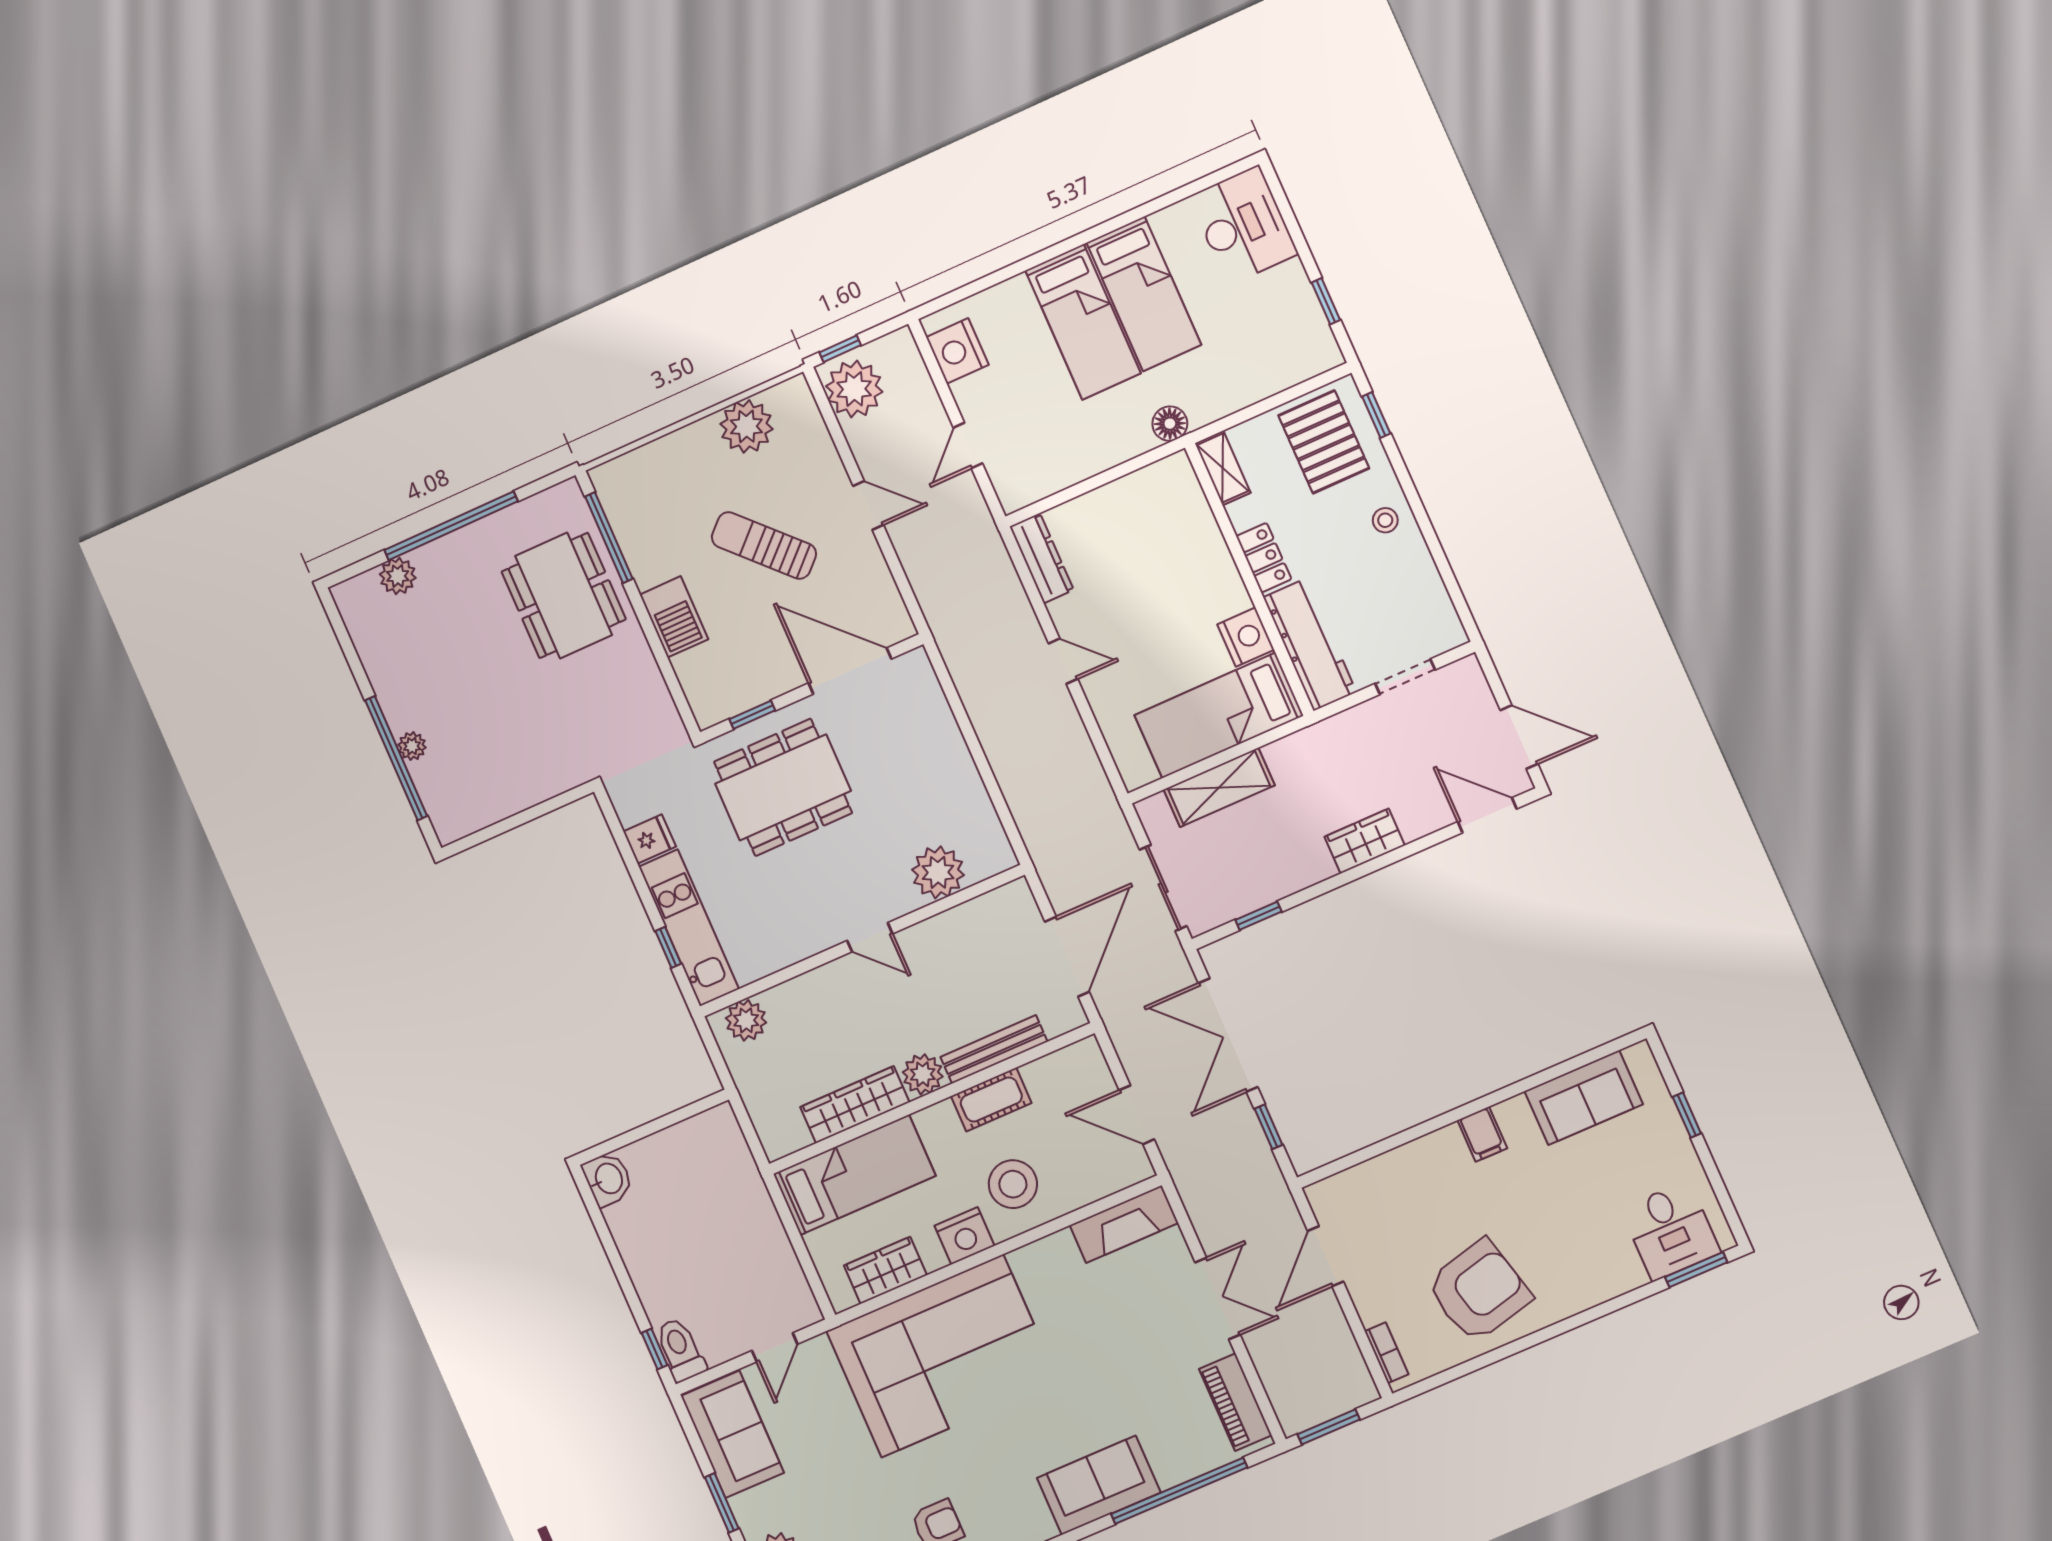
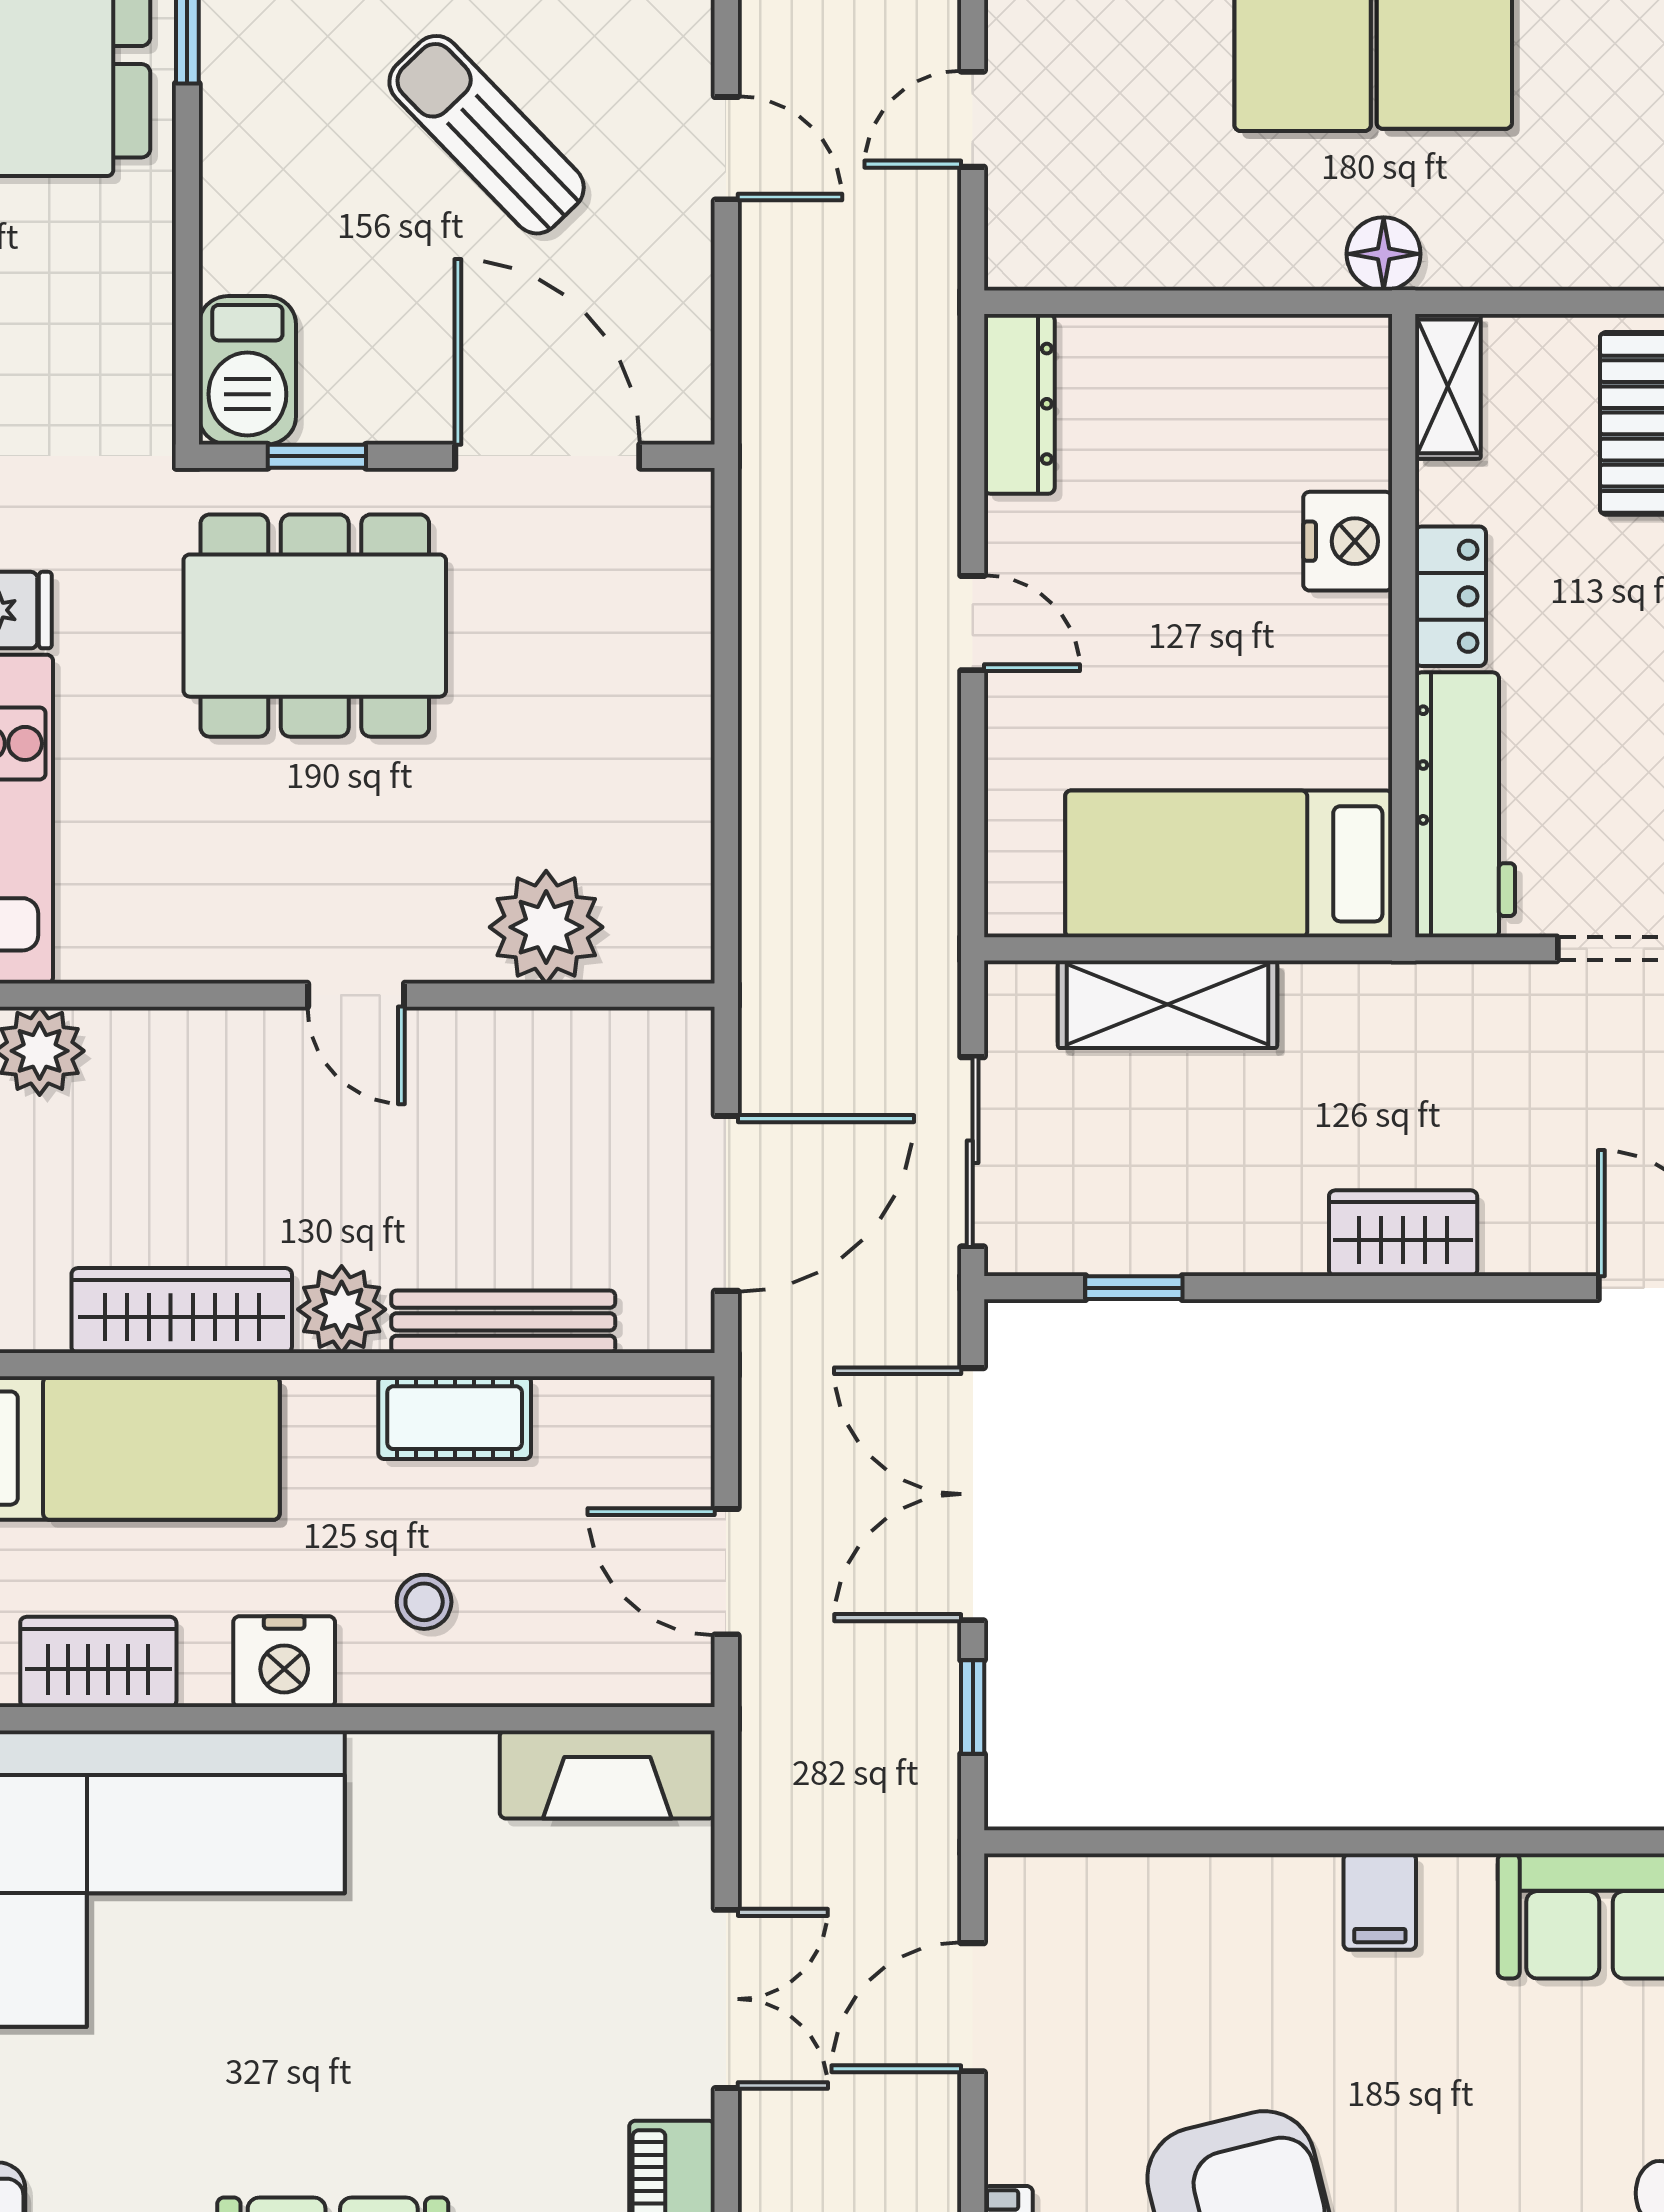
barbecue: (674, 617) -> (247, 370), moved
nightstand: (1246, 637) -> (1348, 541), moved
stool: (1013, 1184) -> (424, 1602), width x0.53, depth x0.53

